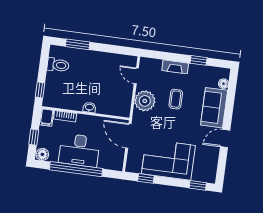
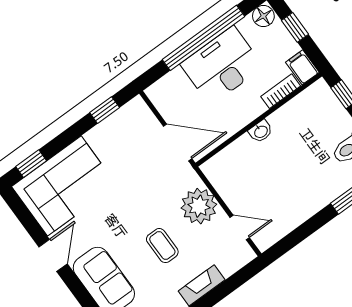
corner sofa: (168, 160) -> (64, 186), moved

